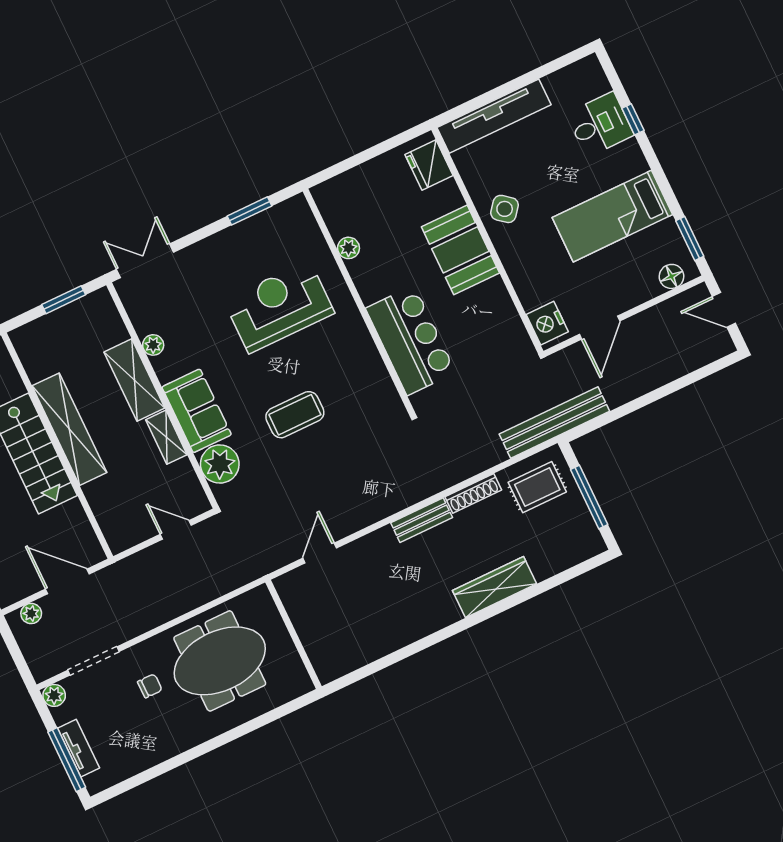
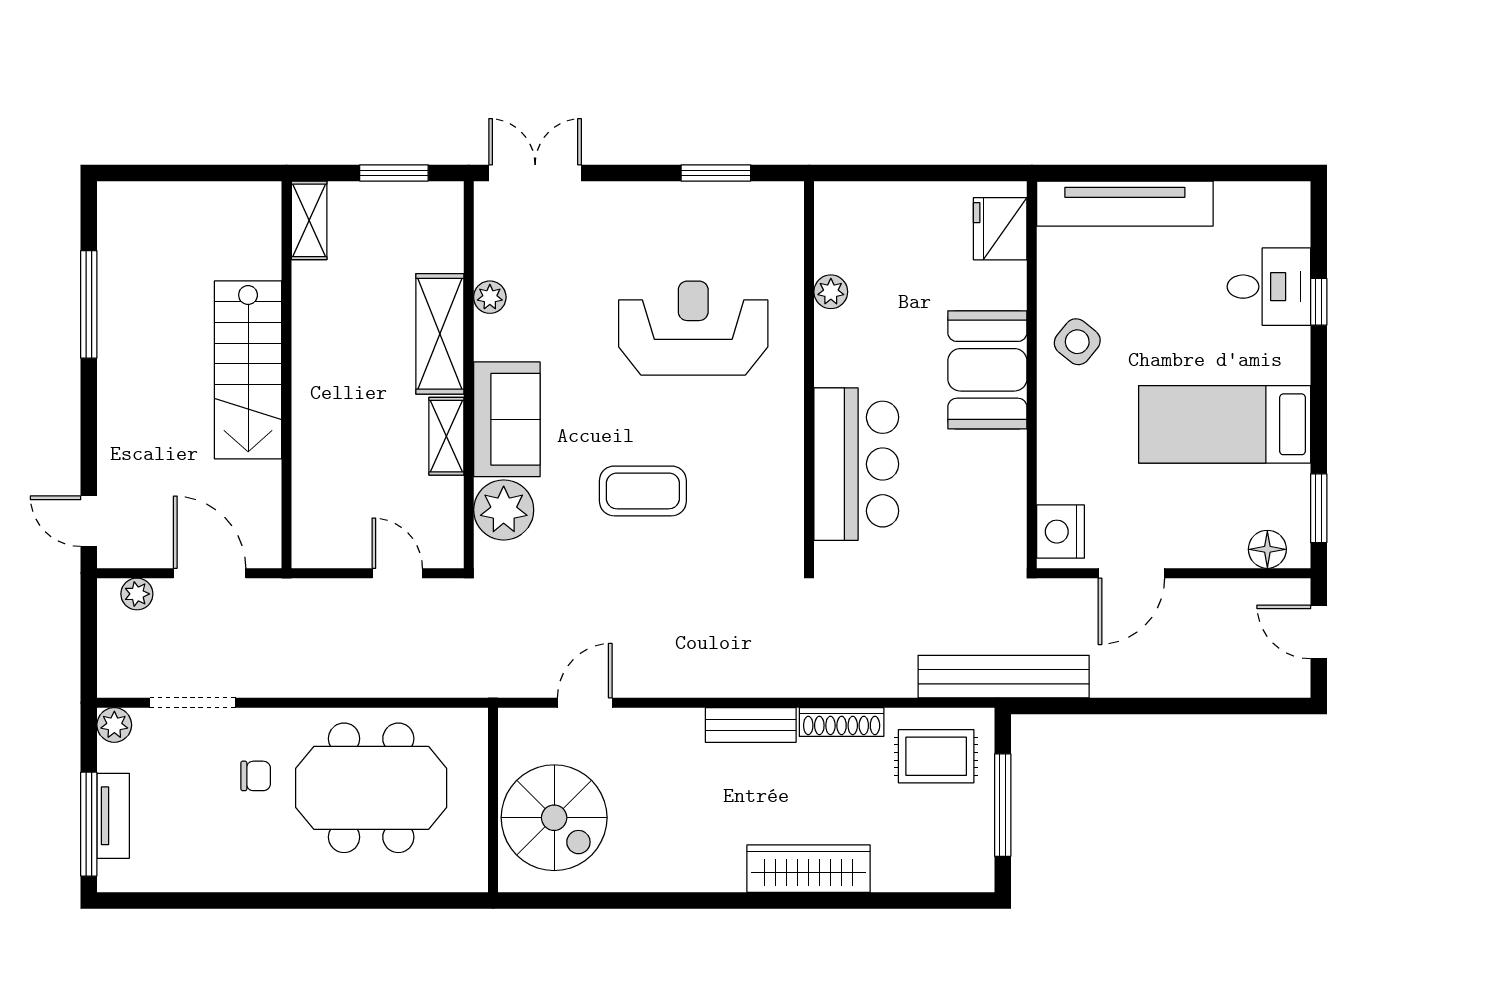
shelving: (69, 429) -> (309, 220), moved, width x0.45, depth x0.75
spiral stairs: (334, 628) -> (554, 818), added

